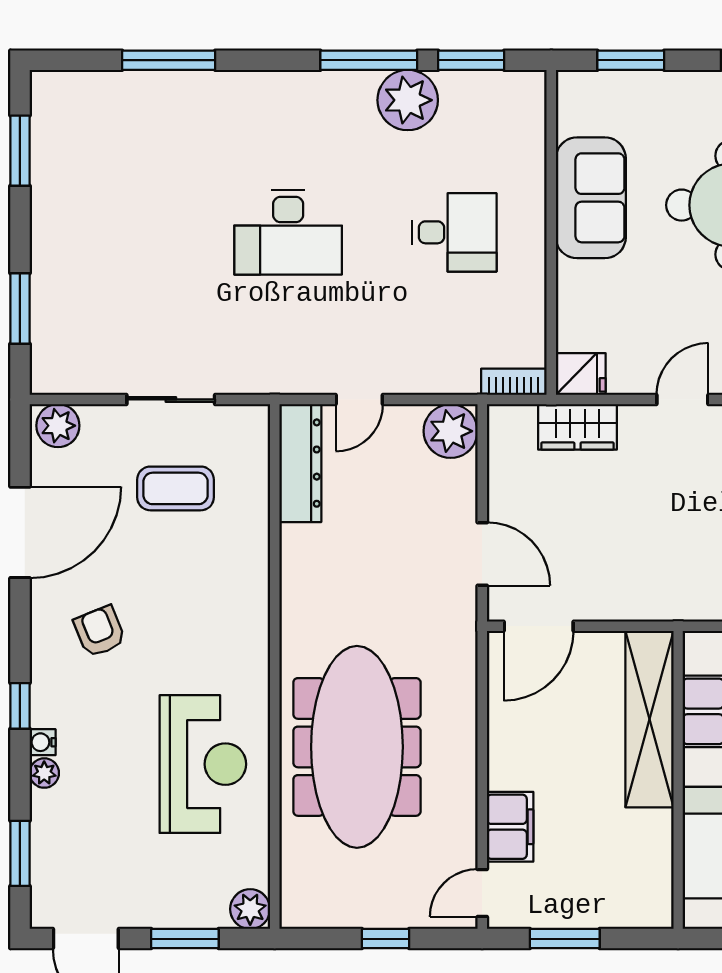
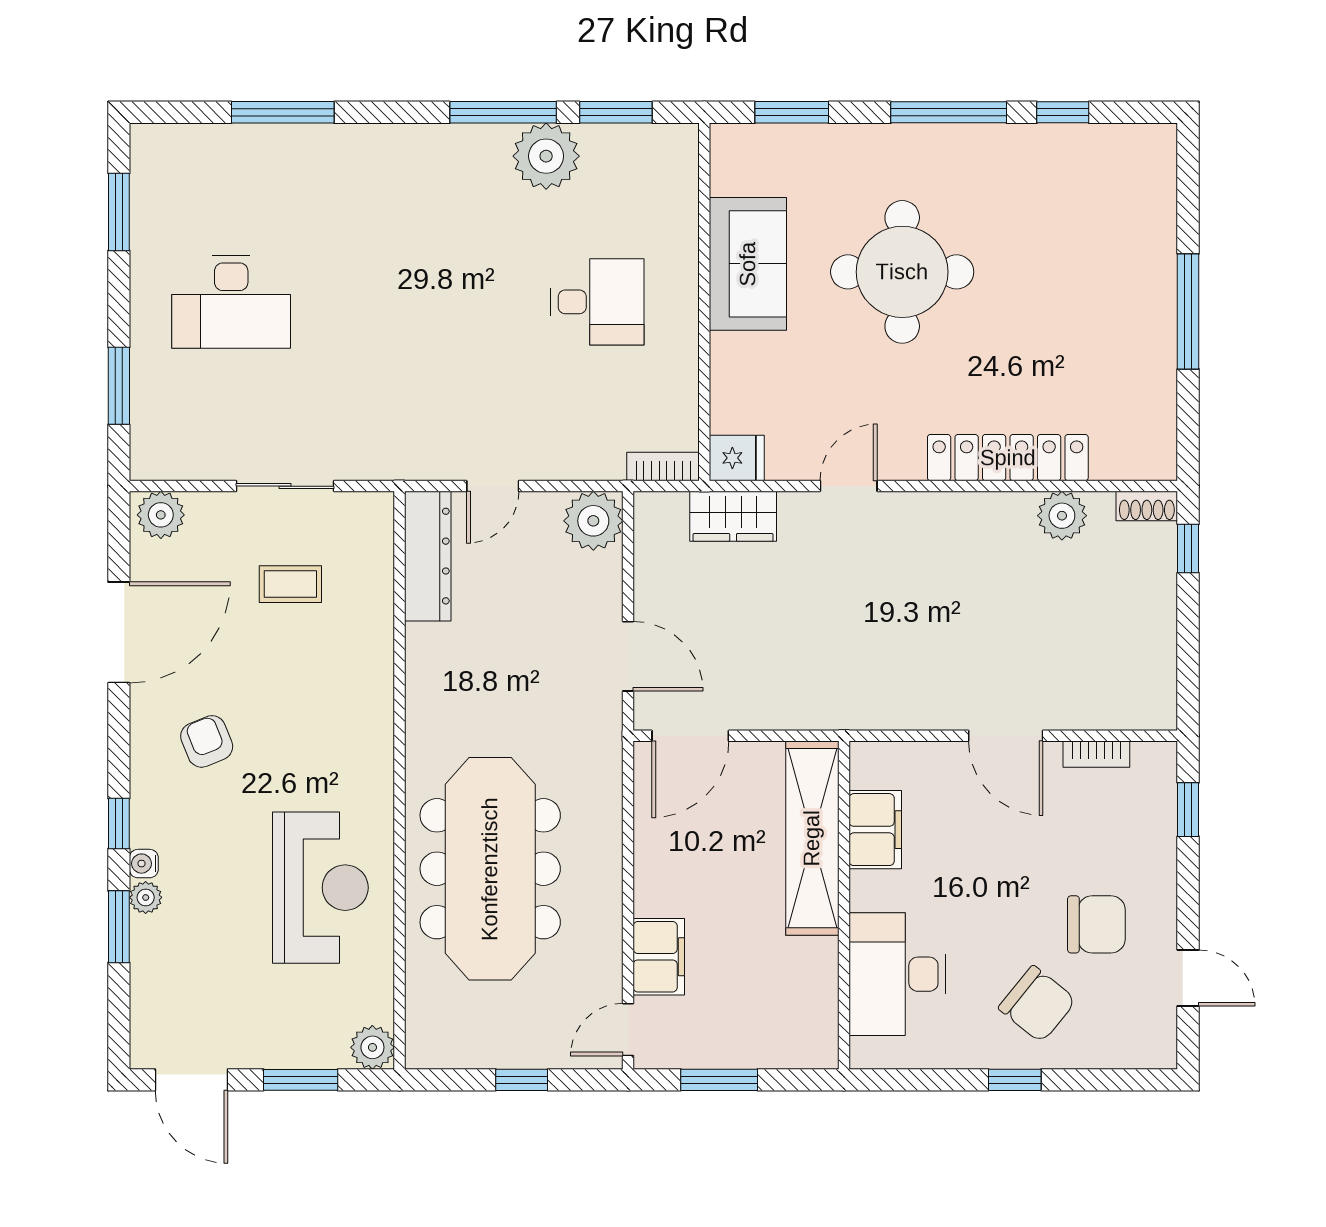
desk: (288, 232) -> (231, 302), moved
coffee table: (176, 488) -> (290, 584), width x0.73, depth x0.77
window: (20, 853) -> (119, 927), moved

